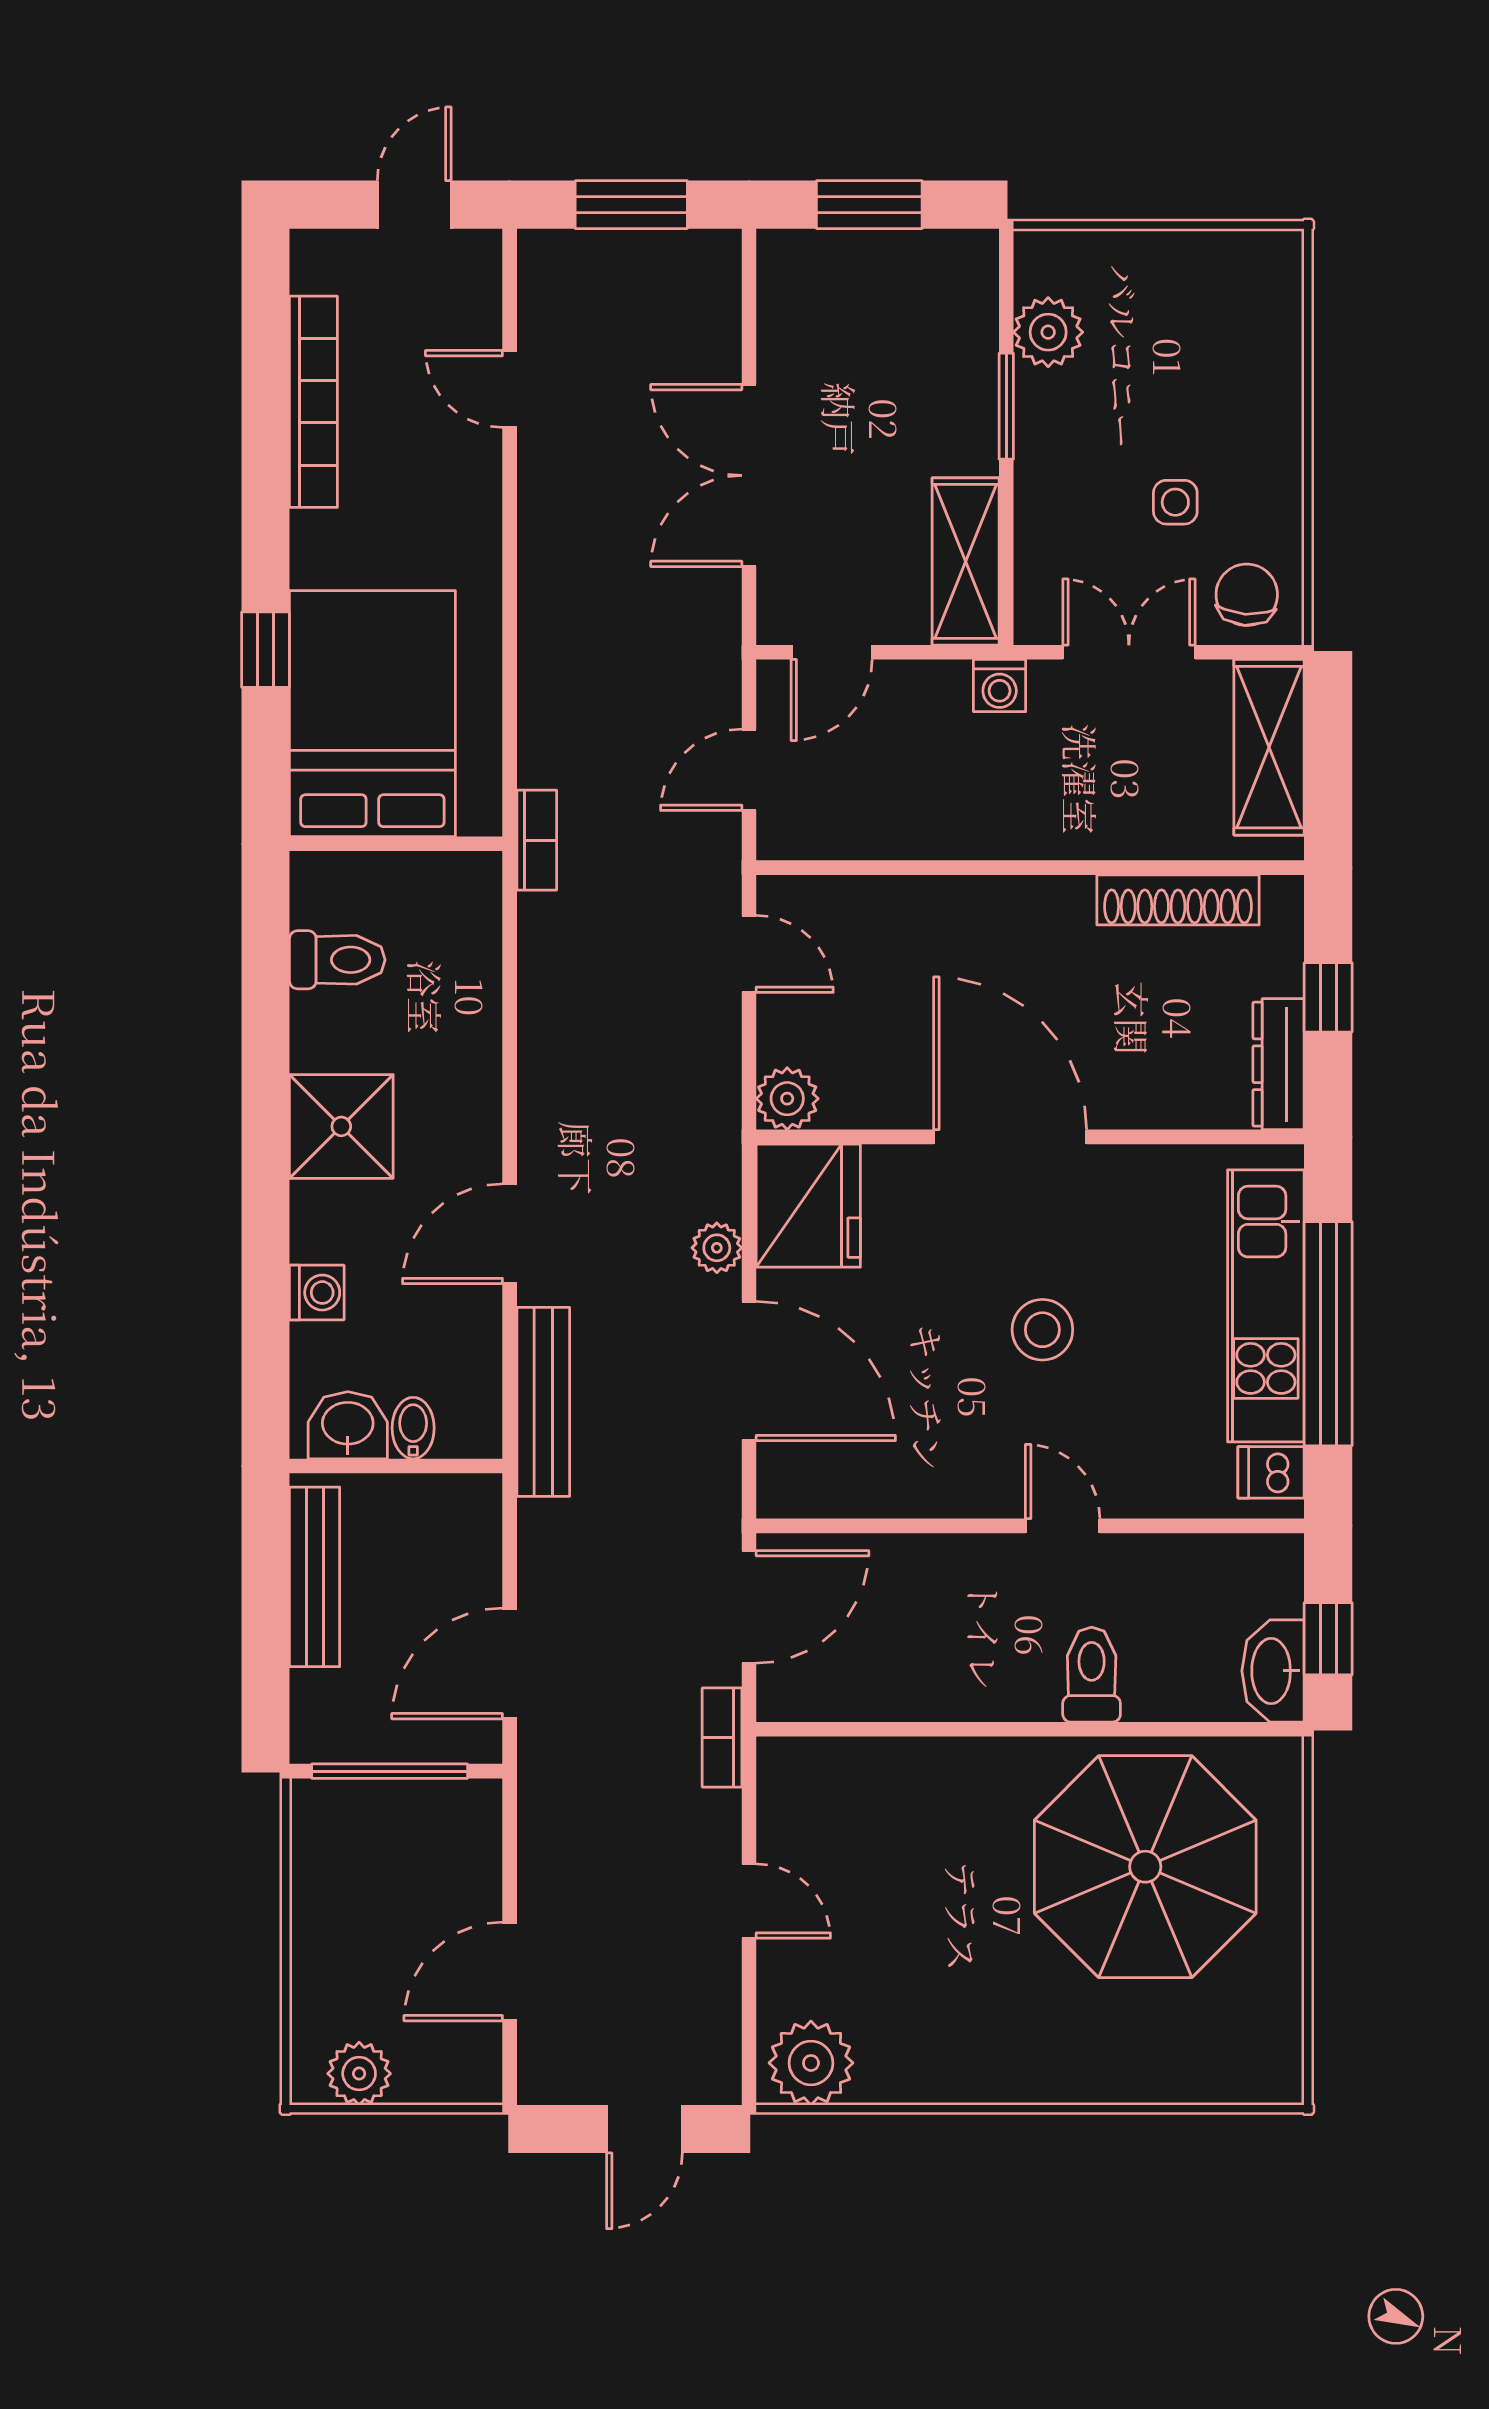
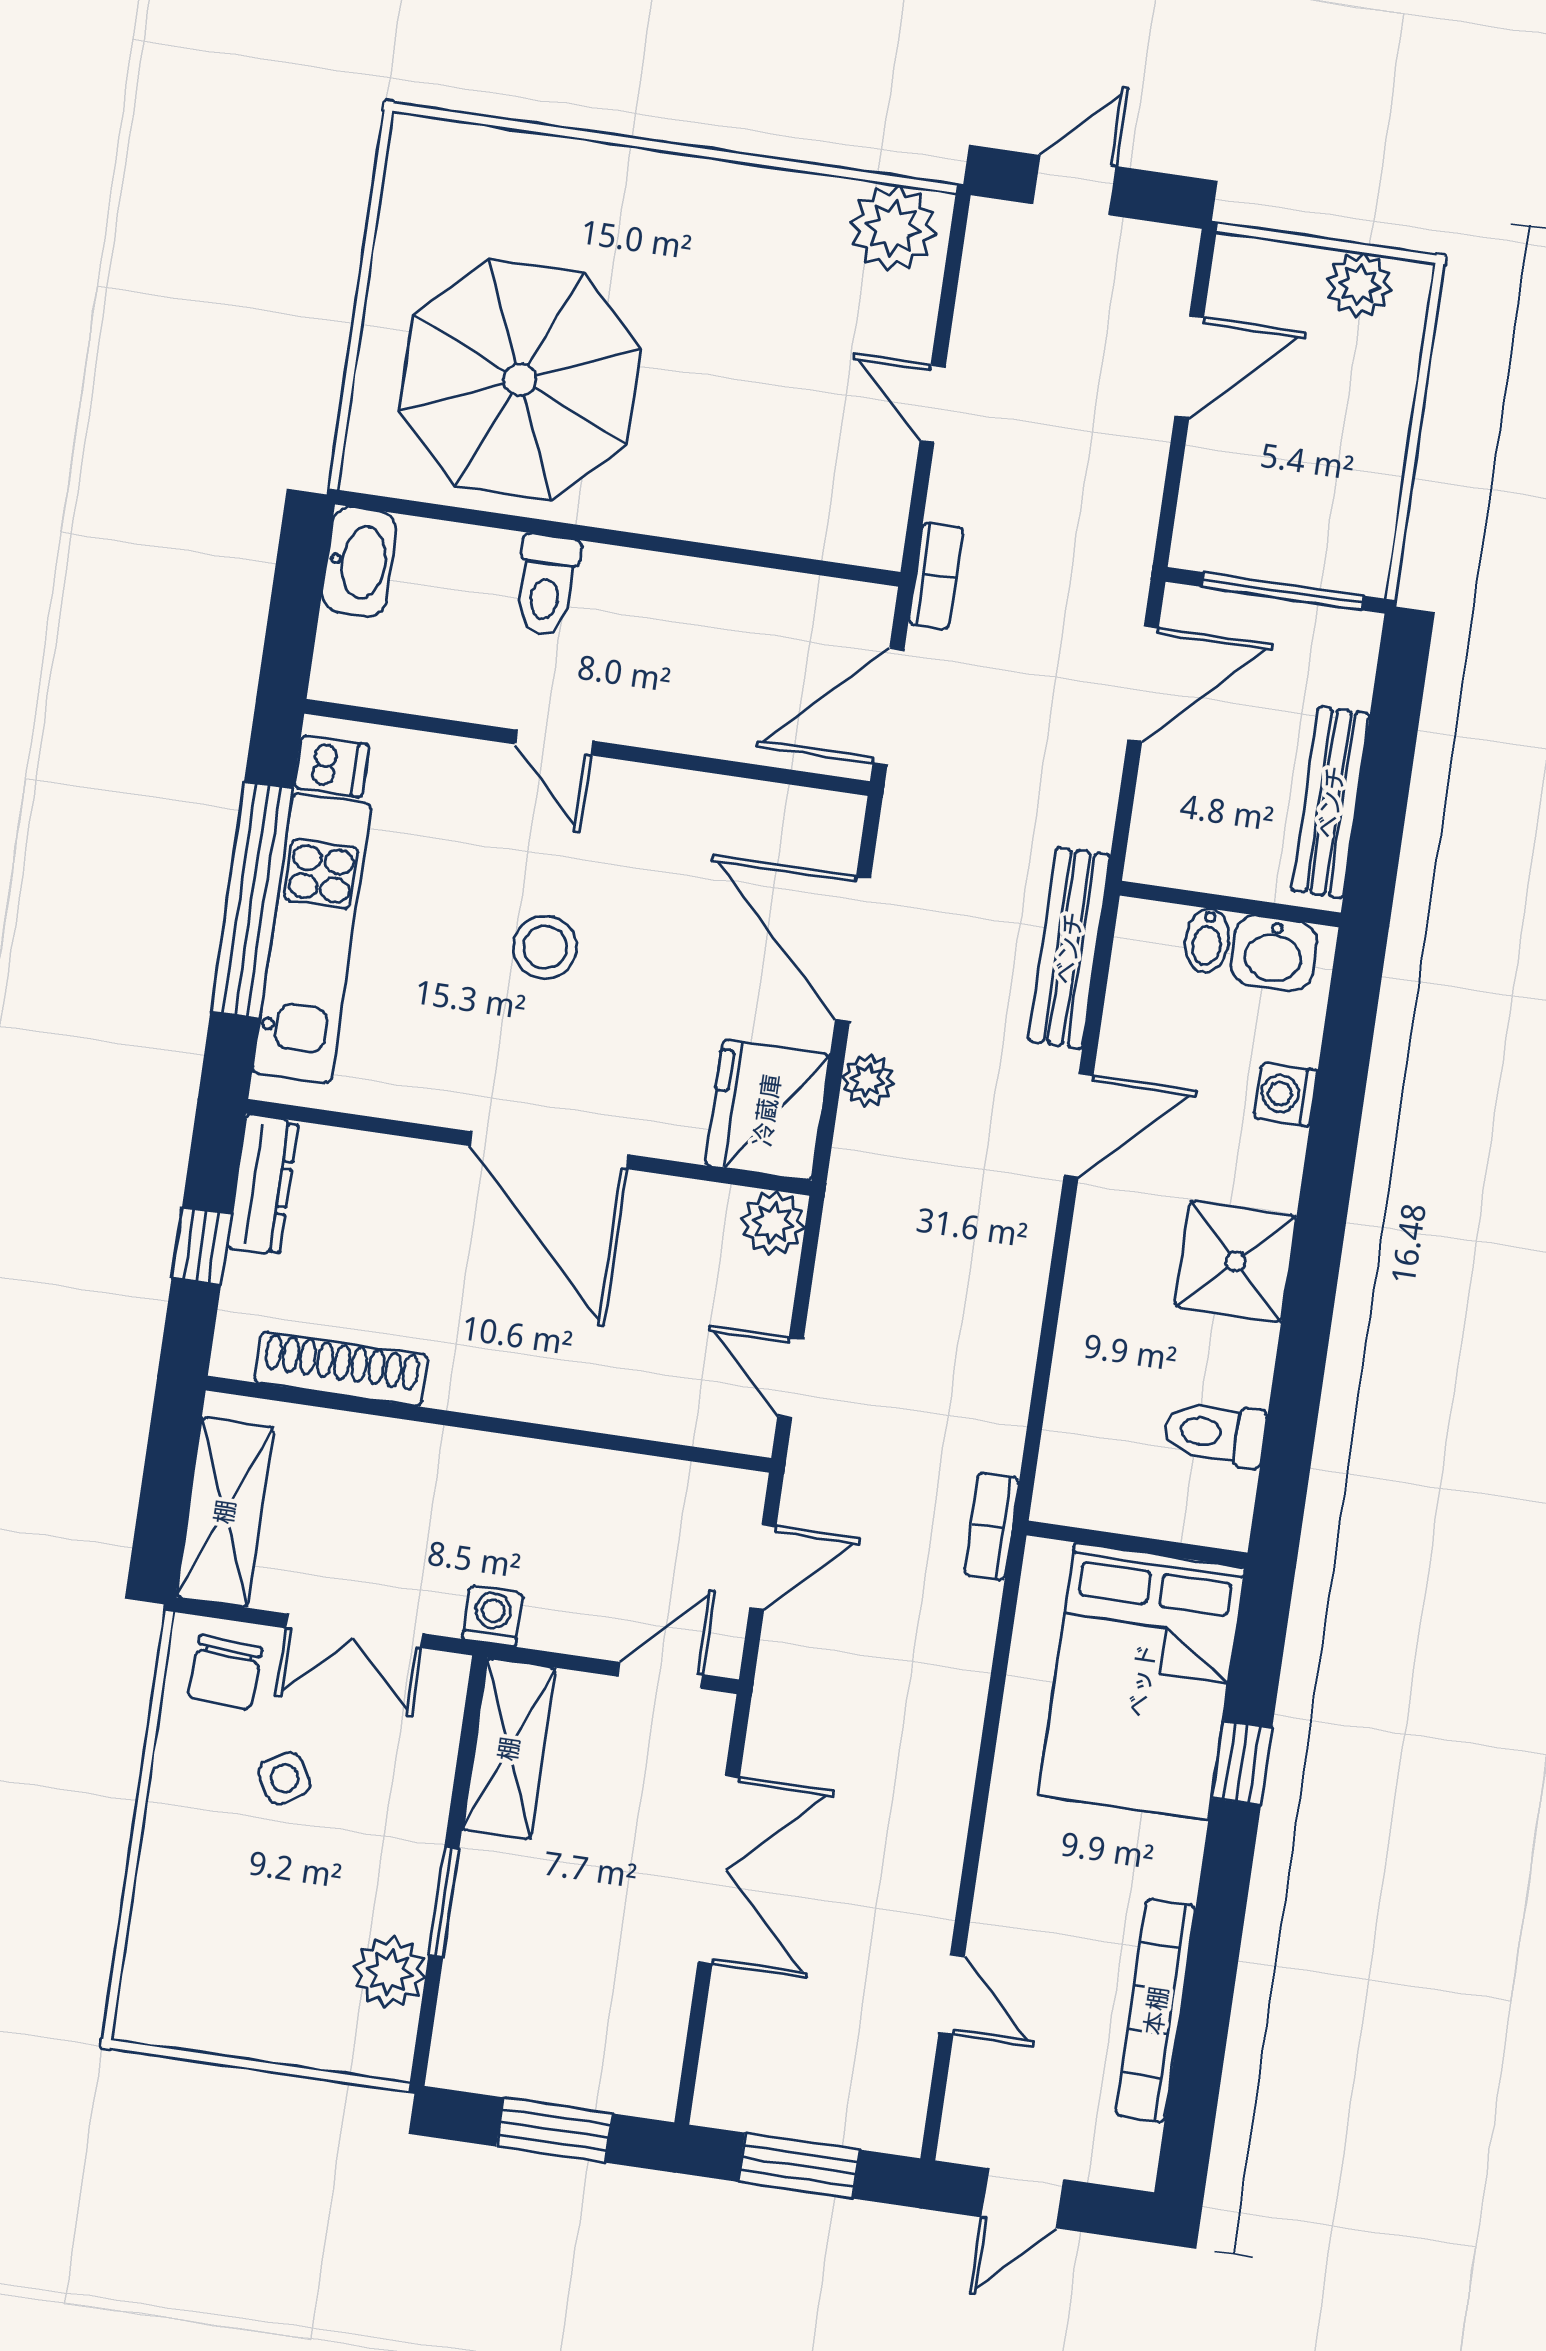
side table: (1175, 502) -> (284, 1778), turned -32
window: (1328, 1639) -> (298, 587), removed

